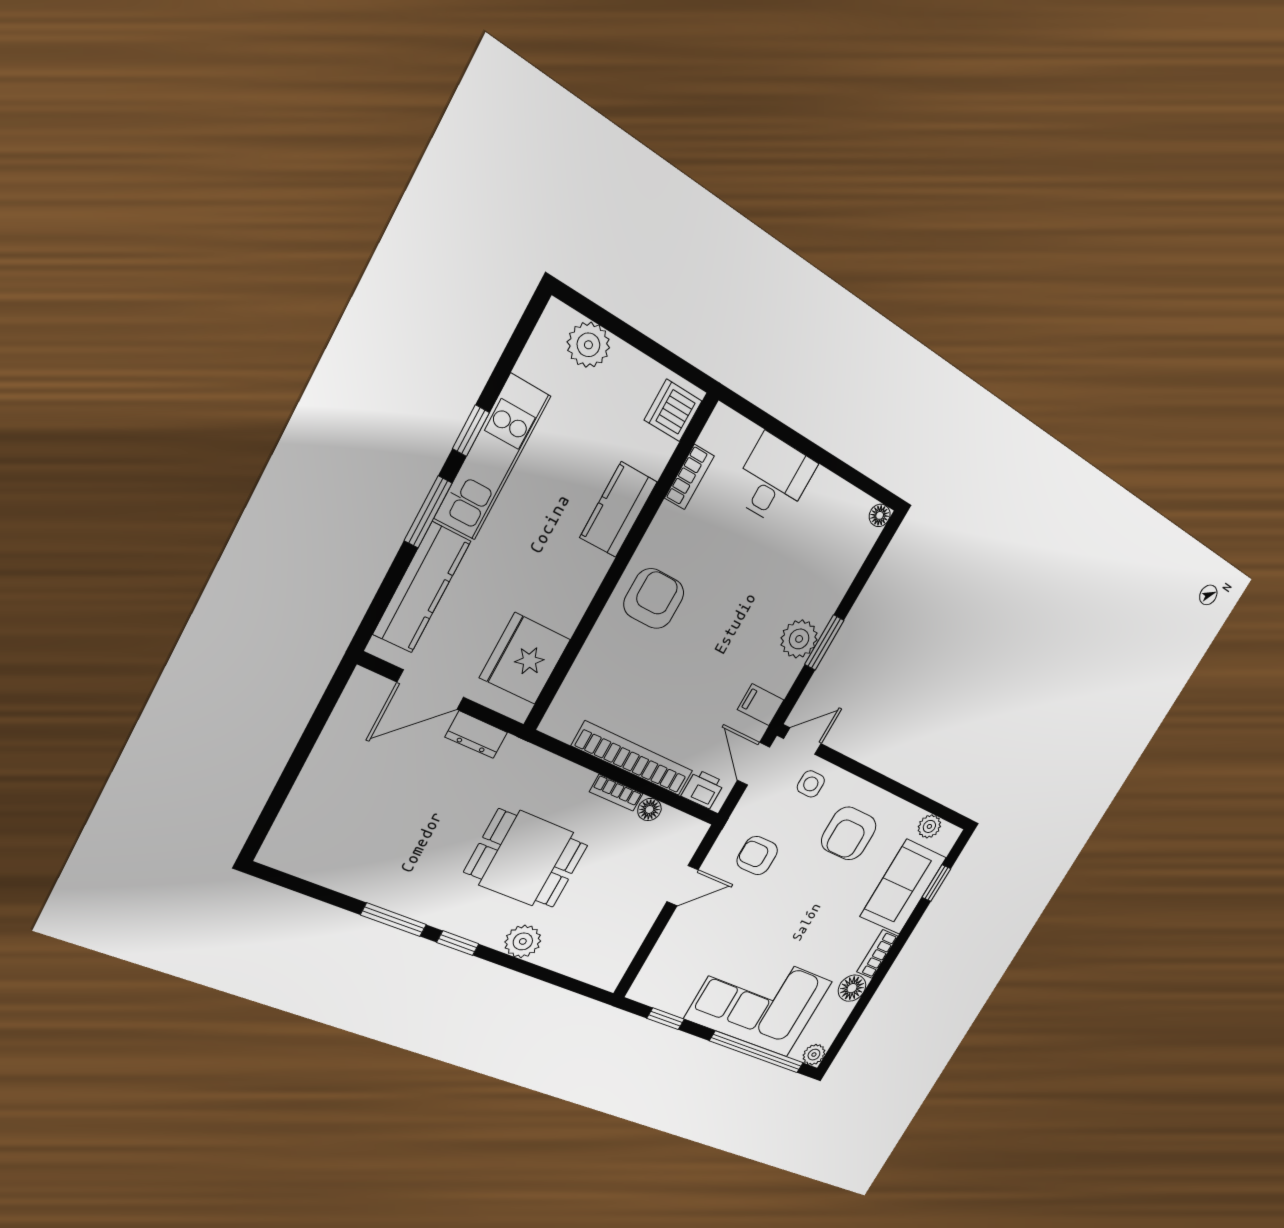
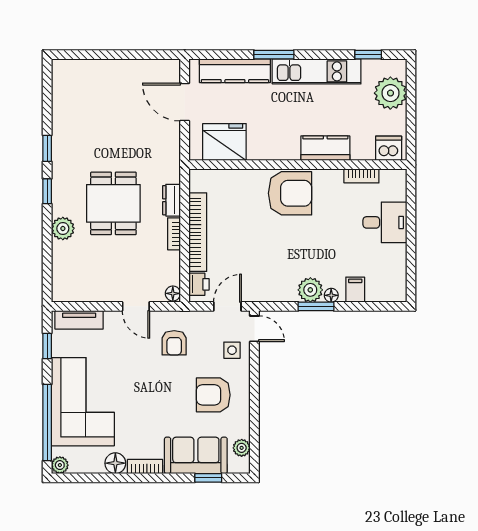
plant: (588, 345) -> (390, 93), width x1.36, depth x1.36
window: (471, 431) -> (368, 55), moved
floor lamp: (880, 515) -> (331, 295), moved
armchair: (654, 599) -> (290, 193), width x1.36, depth x1.36
filing cabinet: (761, 705) -> (355, 290), moved
dresser: (476, 735) -> (171, 200), moved
floor lamp: (649, 809) -> (173, 293), moved
armchair: (757, 856) -> (174, 343), turned 180
window: (394, 920) -> (47, 148), width x0.67
tv unit: (657, 966) -> (79, 320), added

